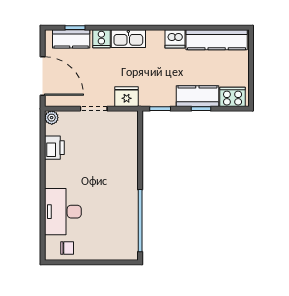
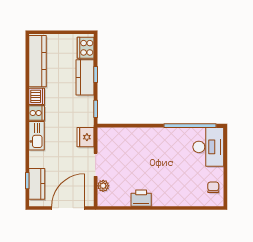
cooker: (101, 39) -> (37, 113), moved
plant: (52, 118) -> (103, 186), moved
printer: (54, 148) -> (141, 198), moved
desk: (63, 212) -> (208, 147), moved, turned -90

